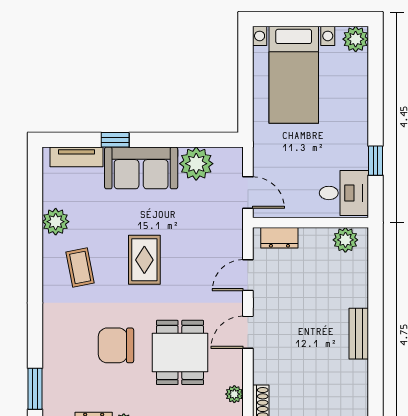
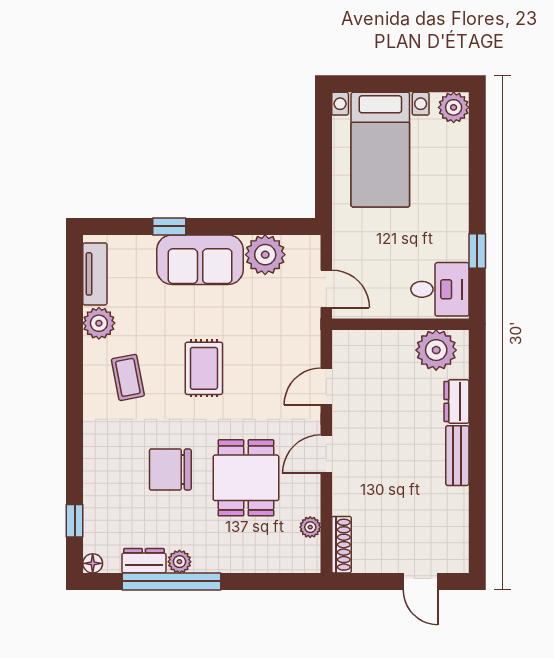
tv unit: (76, 157) -> (95, 274), moved, turned -90
dresser: (279, 238) -> (456, 401), moved, turned 90
plant: (345, 240) -> (436, 350), width x1.36, depth x1.36
window: (35, 389) -> (75, 521), width x0.67

